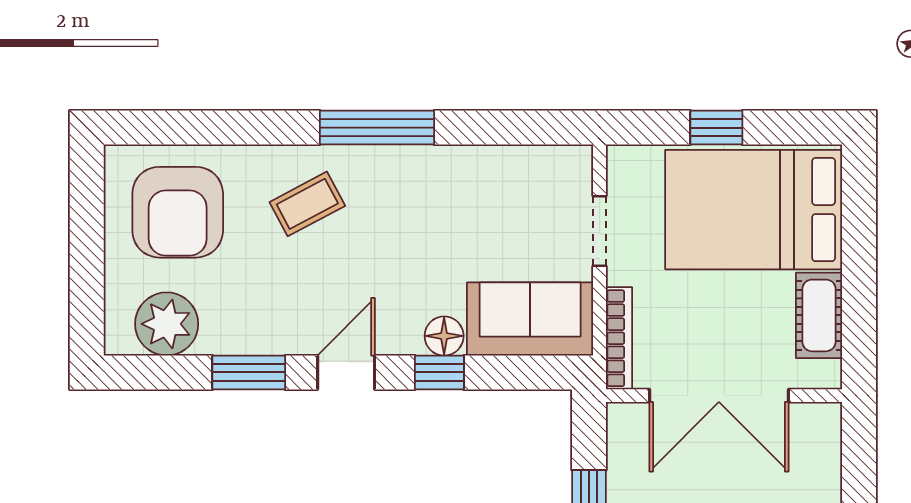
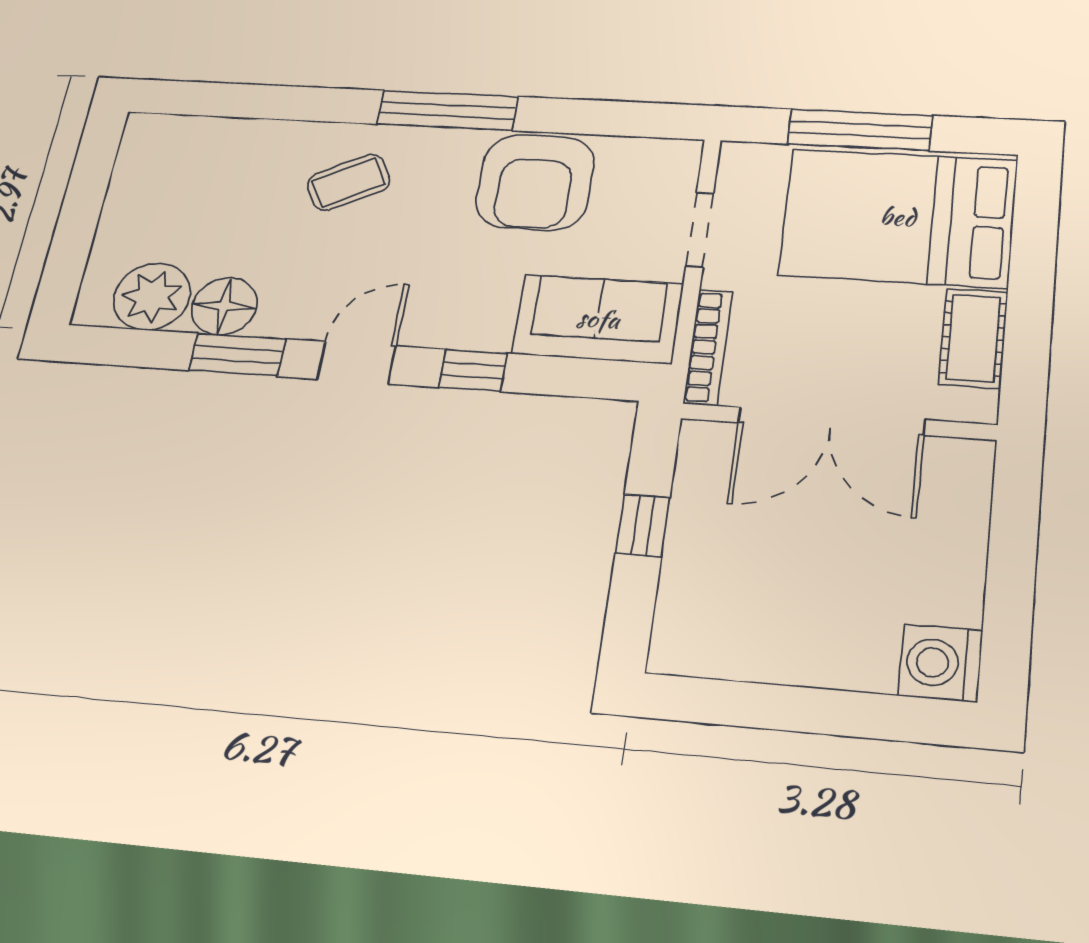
window: (716, 128) -> (860, 130), width x2.17
armchair: (178, 212) -> (535, 182), moved
floor lamp: (444, 336) -> (224, 306), moved, width x1.38, depth x1.38

